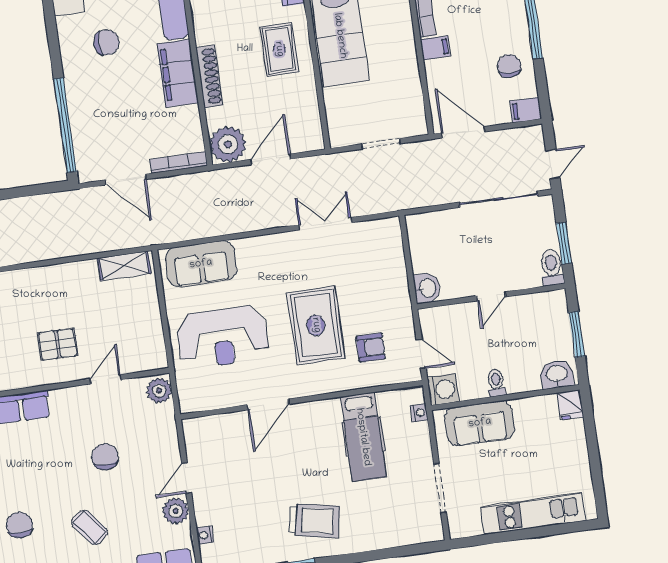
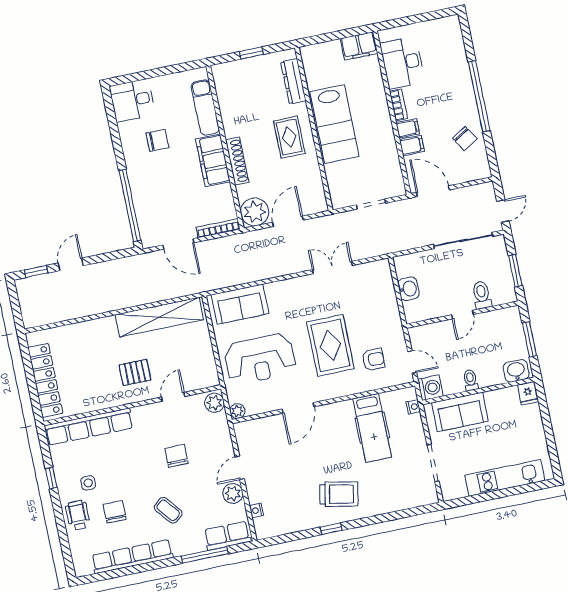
chair: (509, 66) -> (465, 138), turned 148
filing cabinet: (526, 110) -> (412, 146), moved, turned 180
shelving: (124, 266) -> (159, 317), width x2.20, depth x1.33
toilet: (552, 268) -> (482, 295), moved
washbasin: (427, 288) -> (408, 289), moved
plant: (188, 403) -> (237, 411), added

